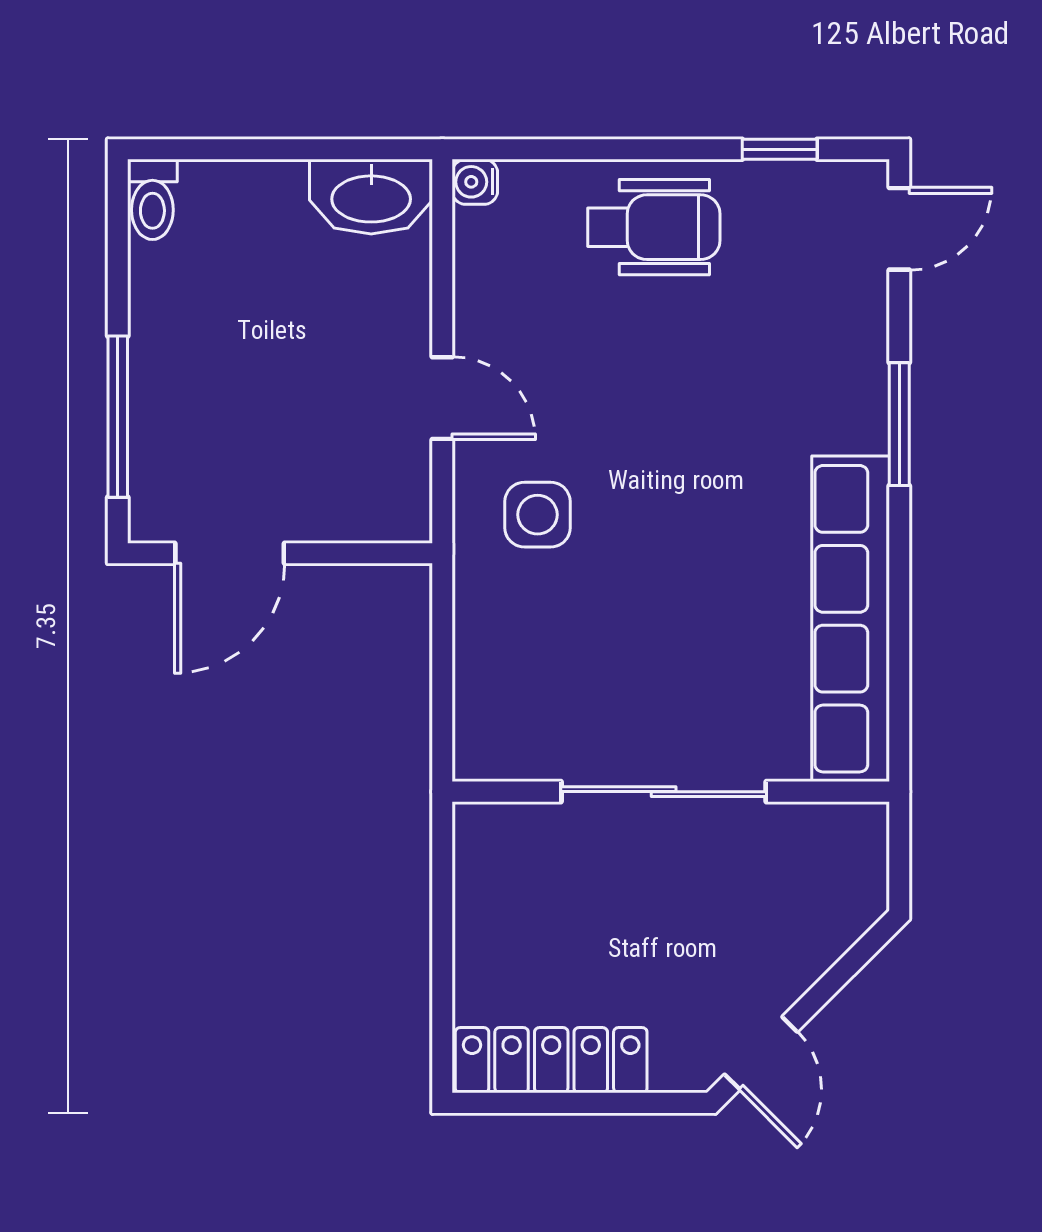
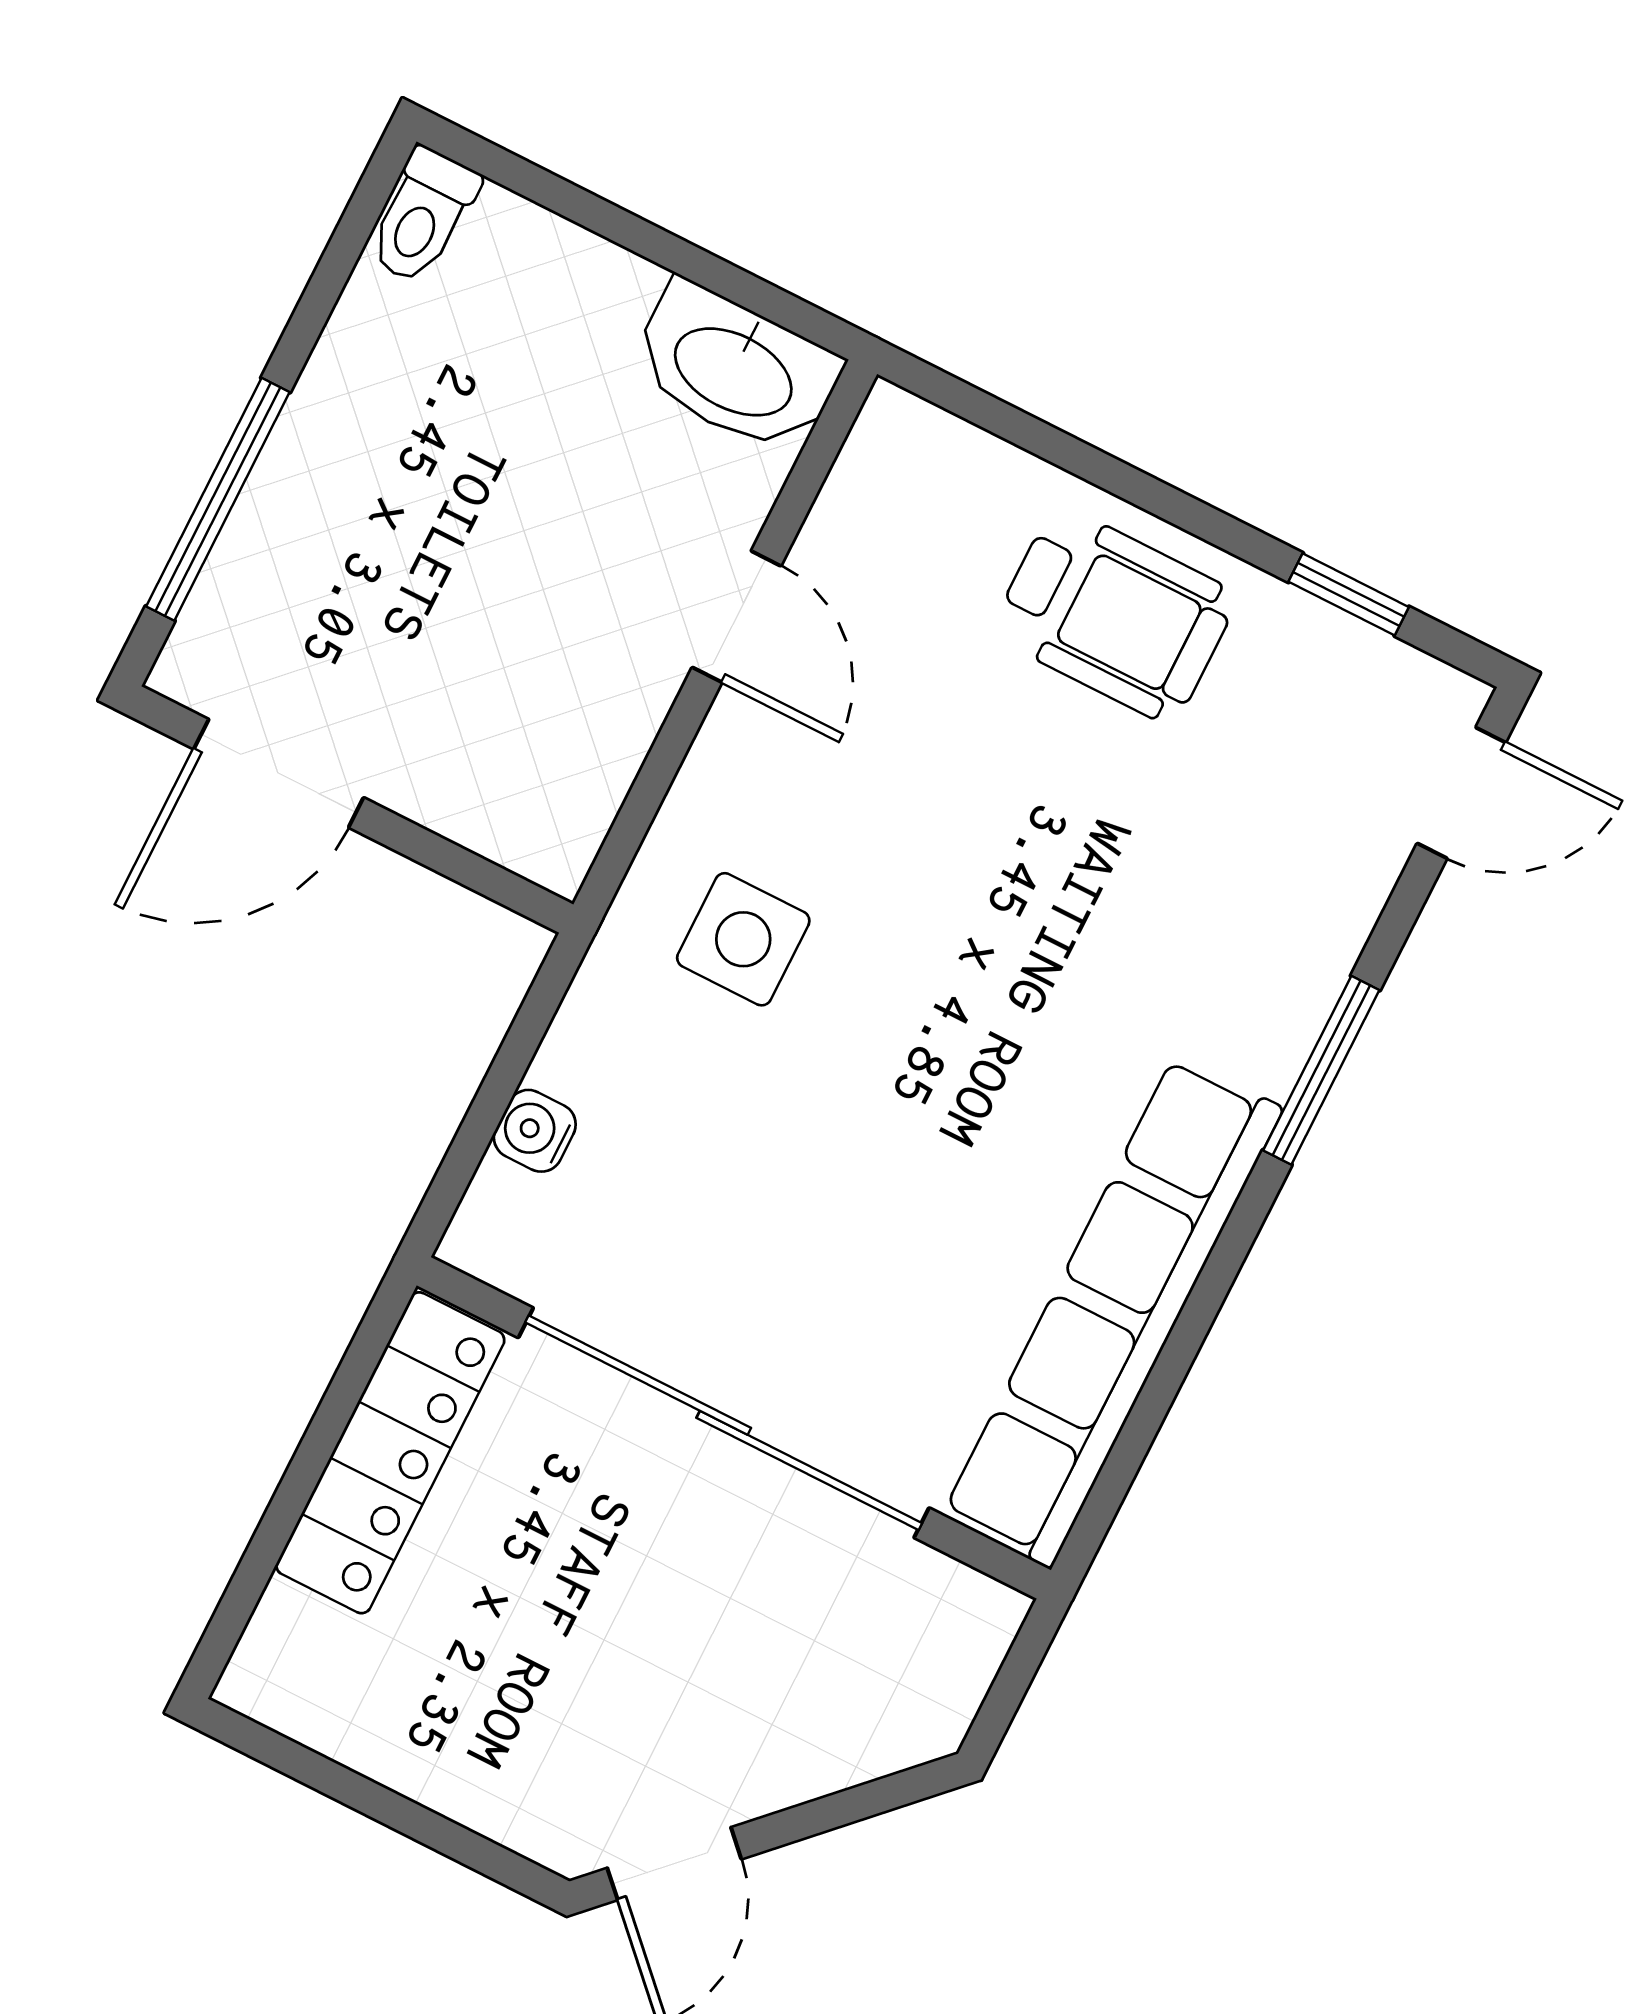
water cooler: (475, 182) -> (535, 1131), moved
door: (442, 398) -> (737, 617), moved
sliding door: (664, 792) -> (724, 1423), width x1.36
locker: (551, 1060) -> (390, 1453), moved, turned 90

